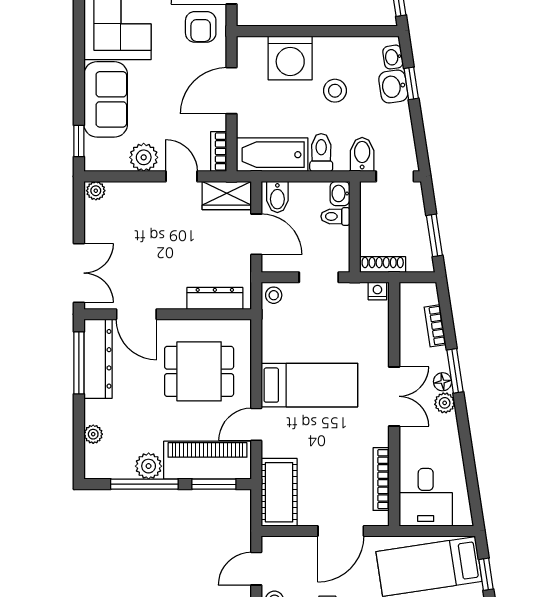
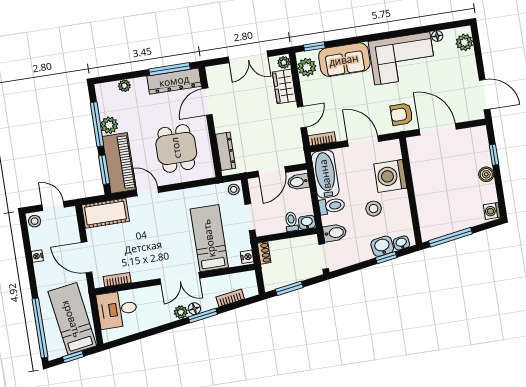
plant: (144, 157) -> (307, 67), moved
wardrobe: (227, 196) -> (284, 86), moved
shoe rack: (383, 265) -> (264, 253), width x0.70
double door: (79, 273) -> (248, 57), moved
bed: (309, 385) -> (209, 238), moved, turned 180
bookcase: (381, 479) -> (117, 280), width x0.64

